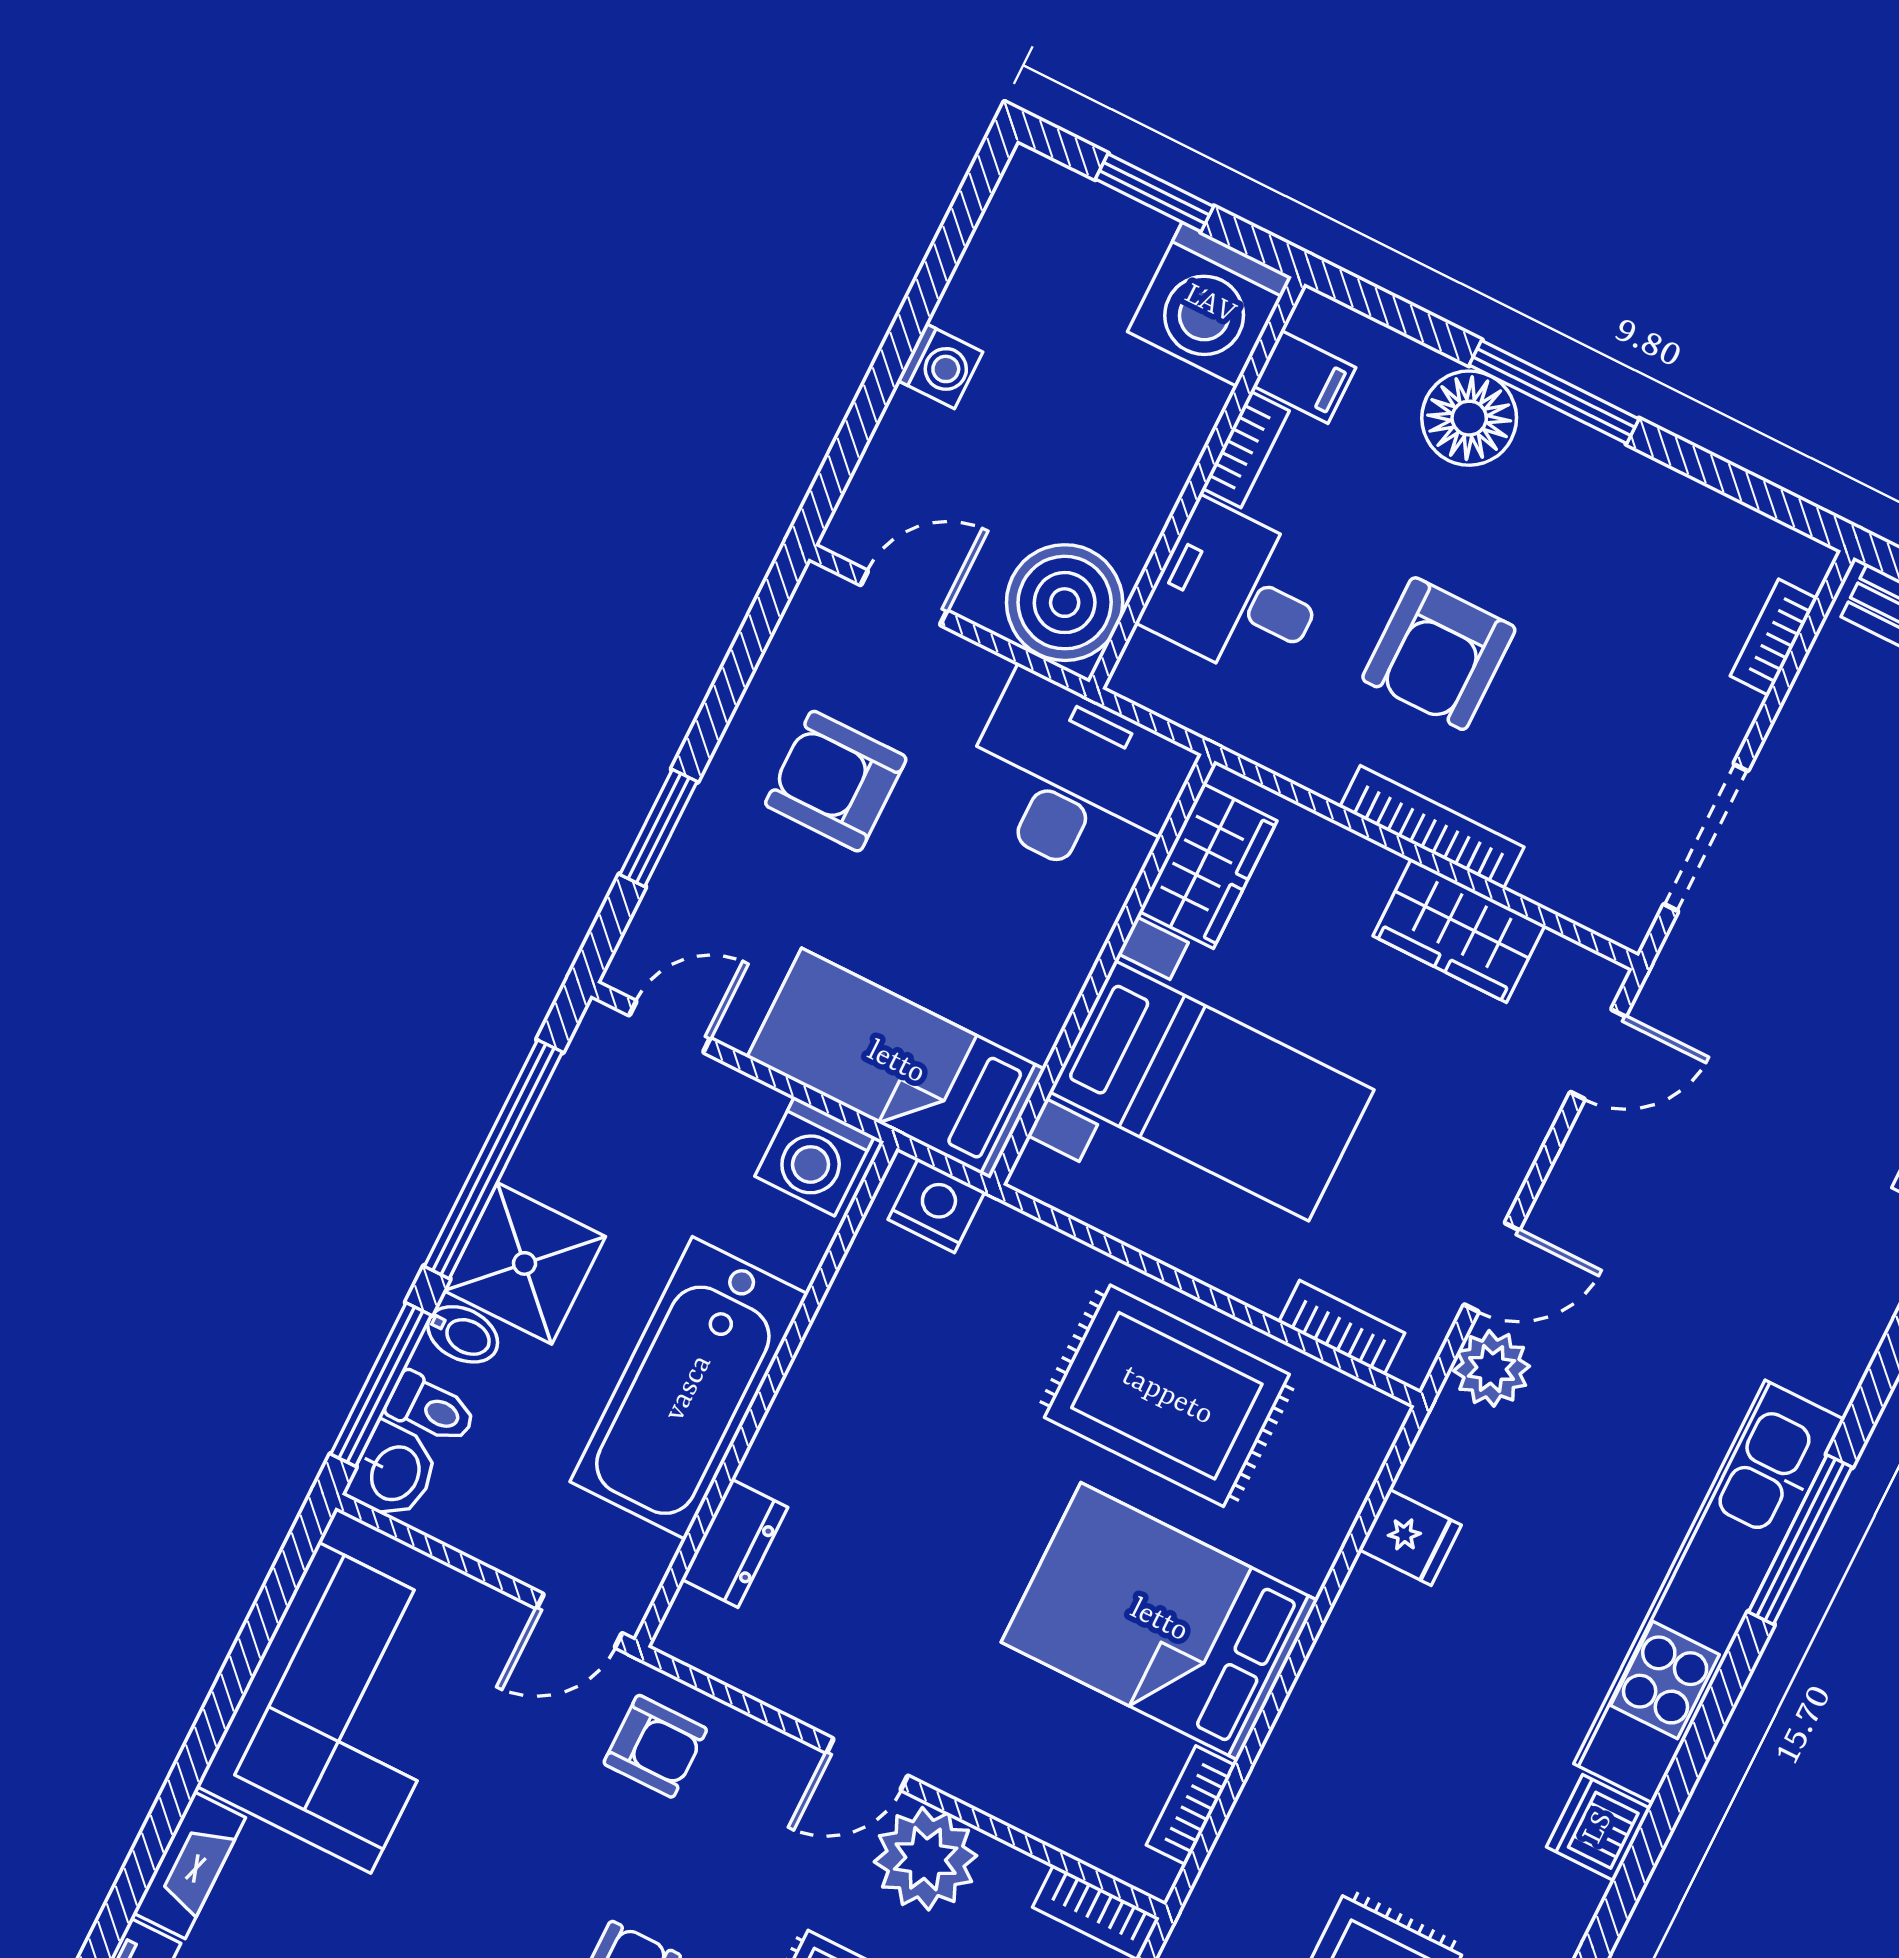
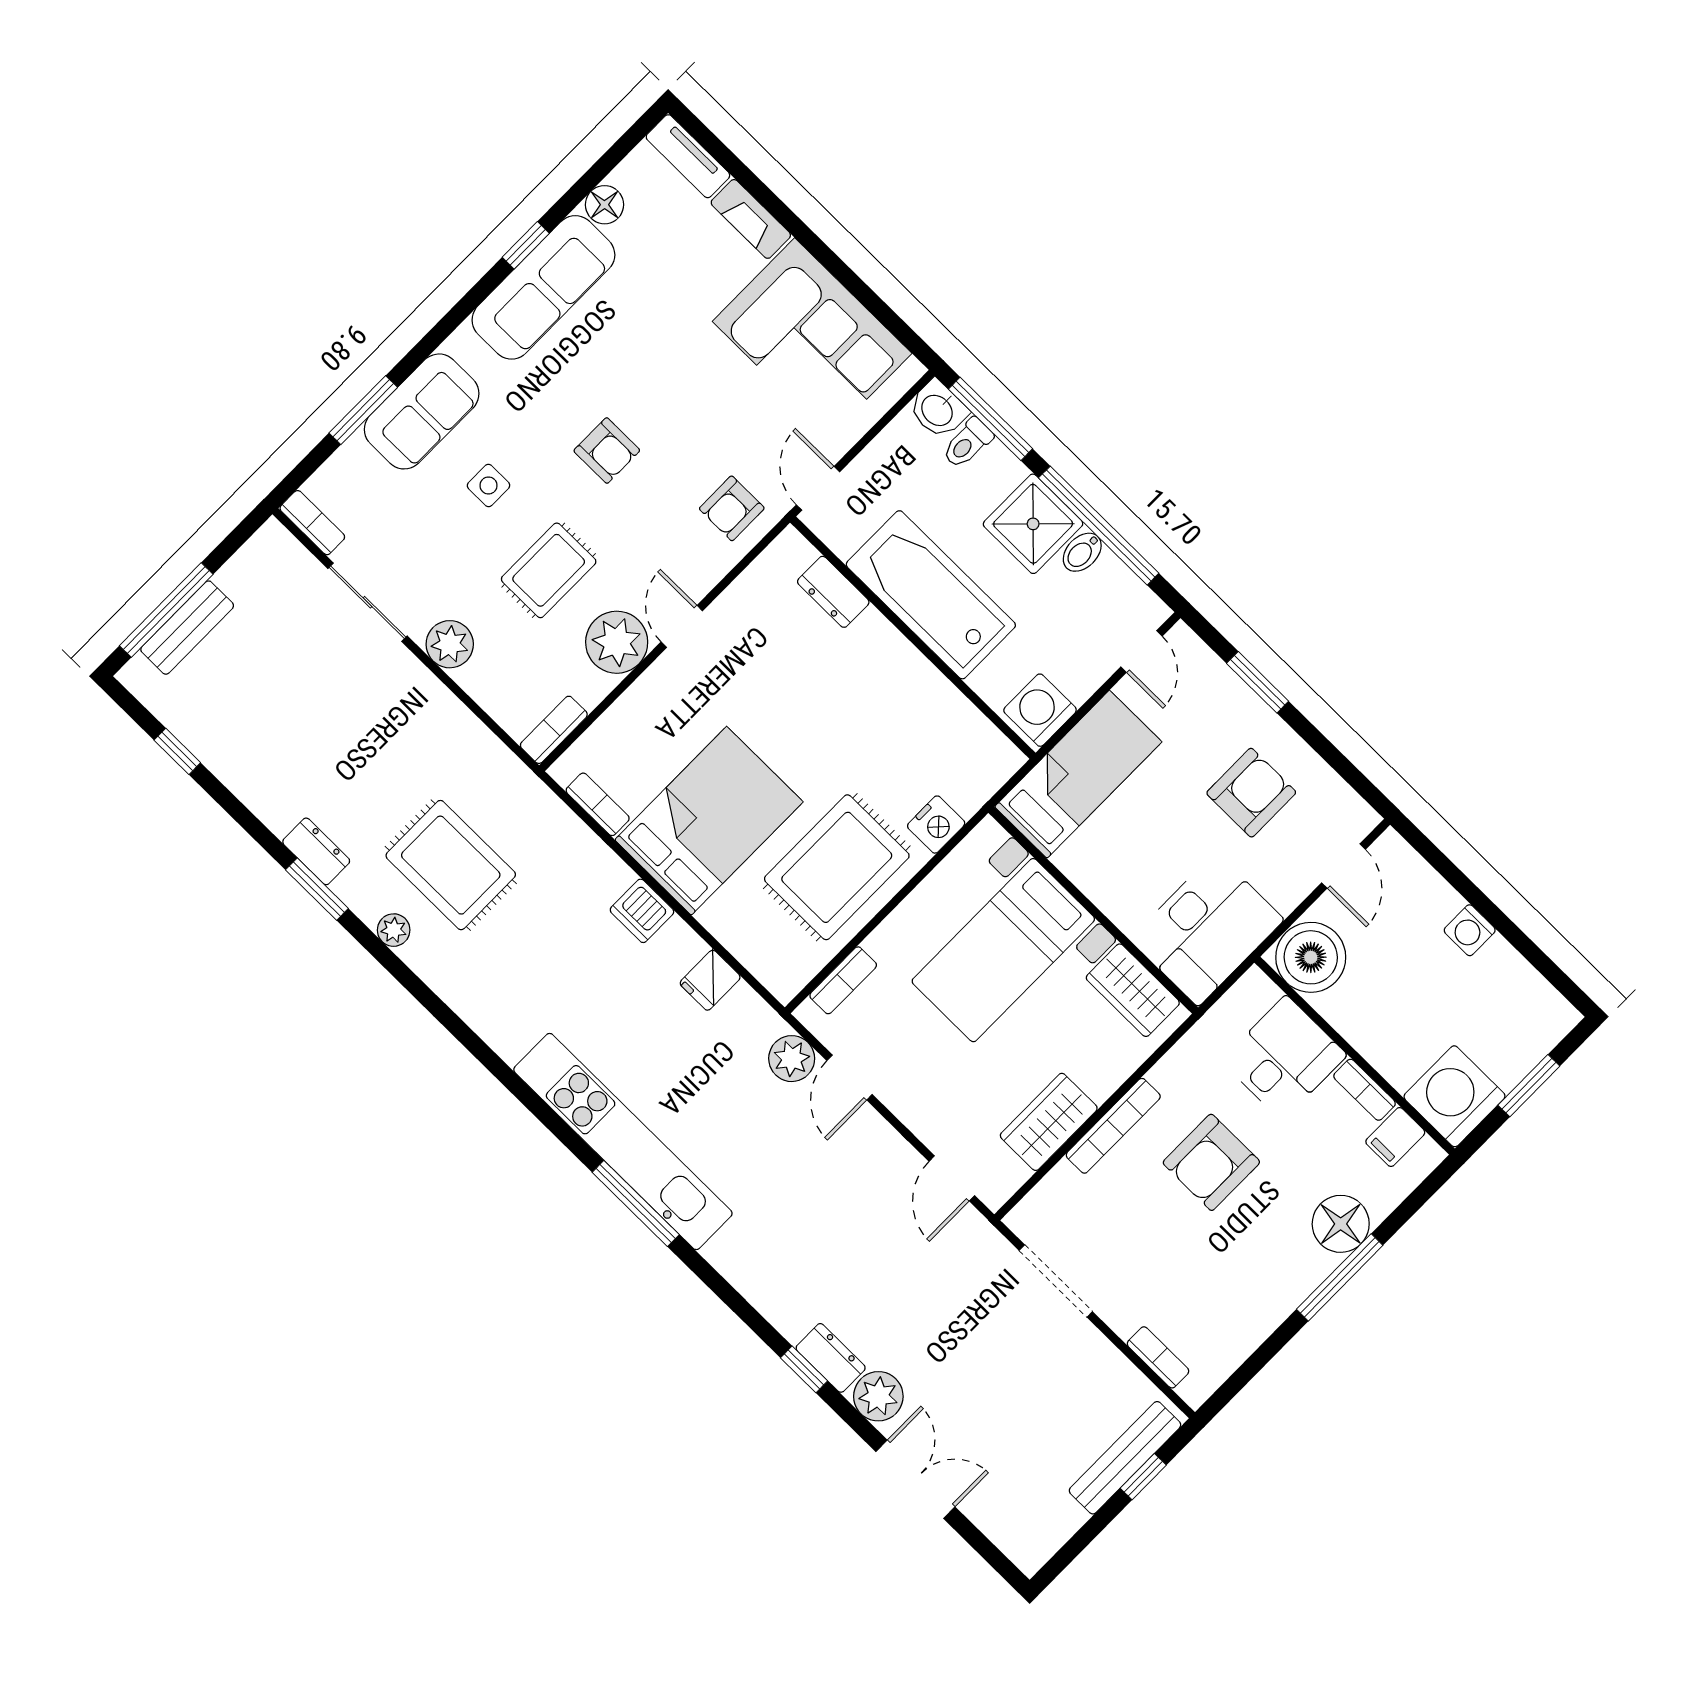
armchair: (1439, 654) -> (1211, 1162), turned -90
nightstand: (936, 1206) -> (936, 825), moved
bidet: (463, 1334) -> (1082, 552), moved
dishwasher: (1598, 1828) -> (642, 911), moved, turned 180

